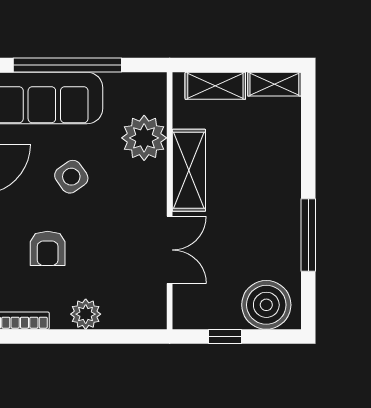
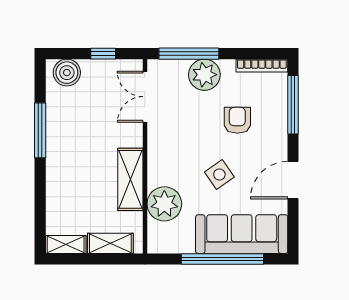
double door: (170, 250) -> (145, 97), moved
boiler: (266, 305) -> (67, 73), width x0.73, depth x0.73
plant: (86, 314) -> (204, 75), width x1.36, depth x1.36
window: (112, 336) -> (189, 54), added

